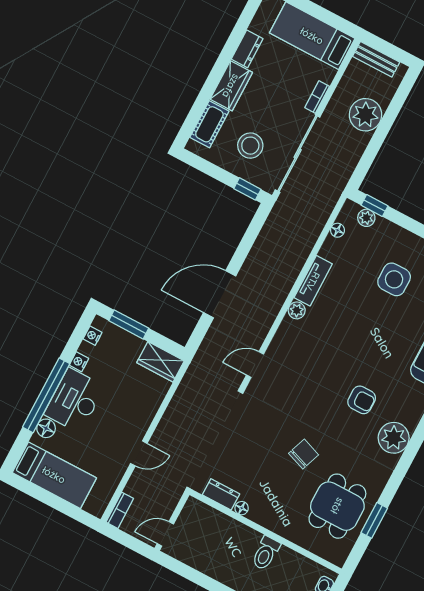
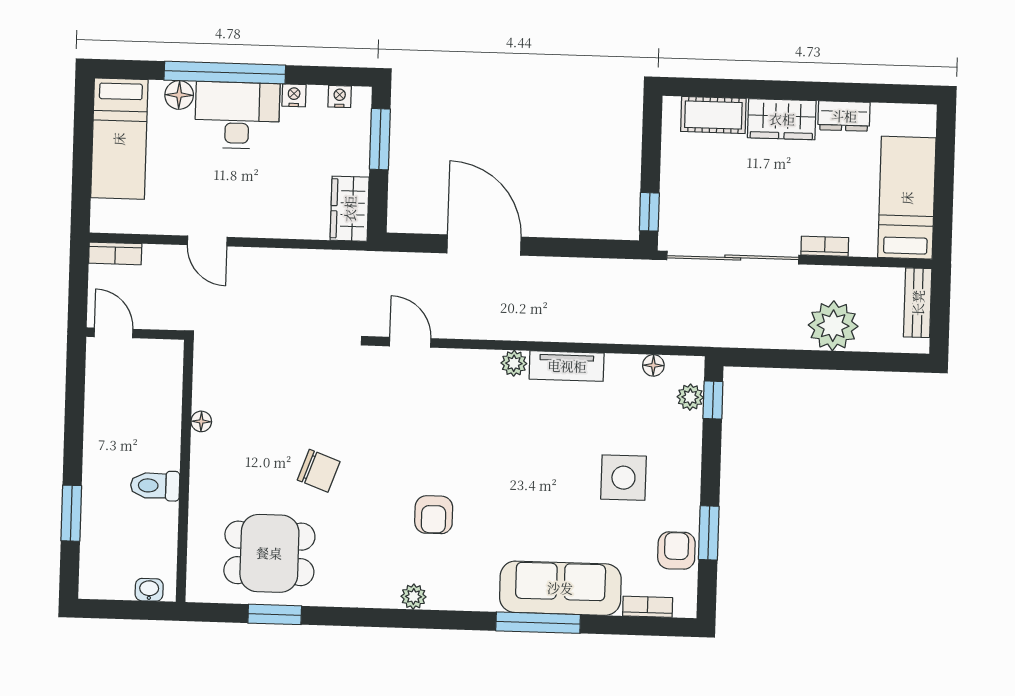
stool: (250, 146) -> (712, 186), removed
plant: (394, 438) -> (414, 597), width x0.53, depth x0.53
dresser: (221, 494) -> (206, 383), removed

